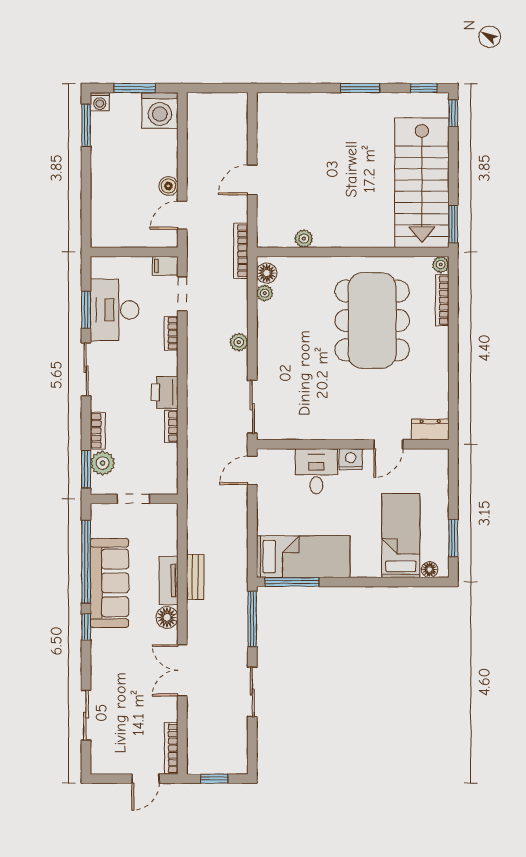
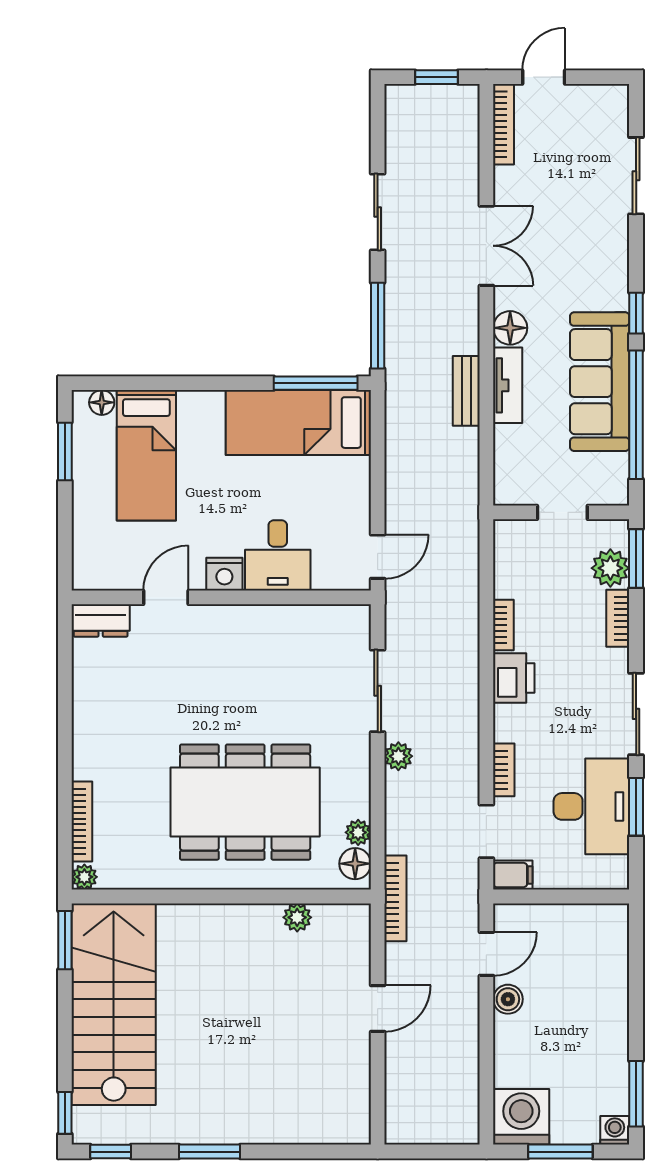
dining table: (372, 321) -> (245, 802), moved, turned 90
sliding door: (252, 407) -> (378, 691), moved

